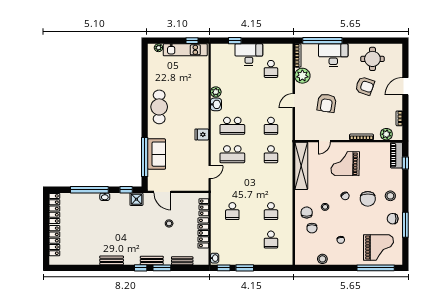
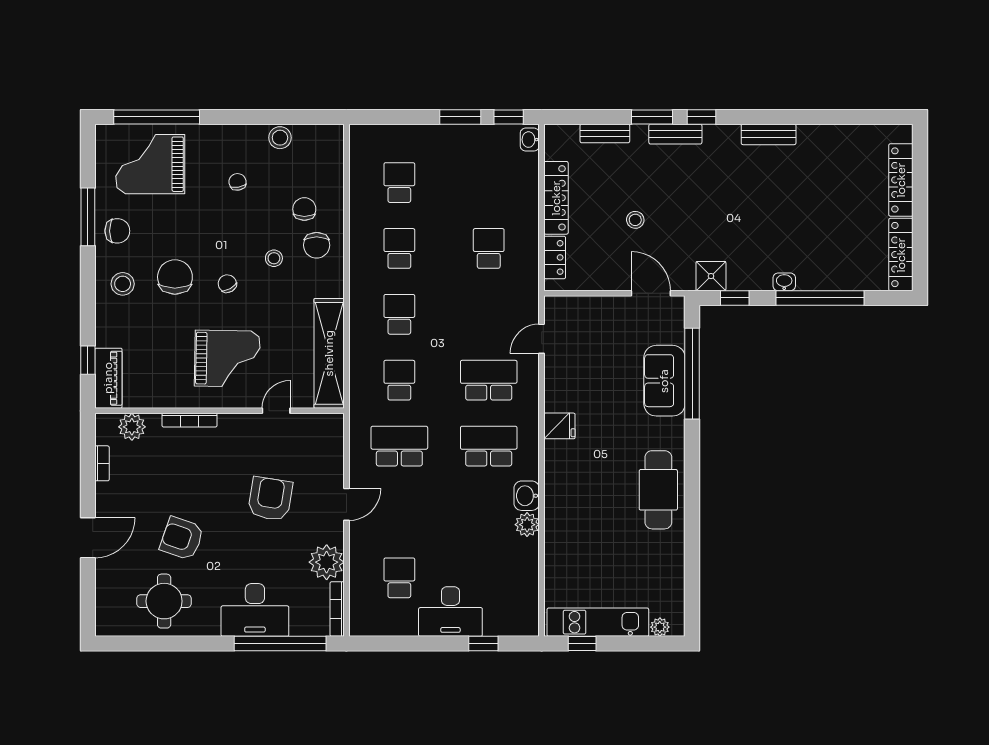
school desk: (271, 126) -> (399, 446), width x1.85
school desk: (271, 183) -> (399, 314), added

